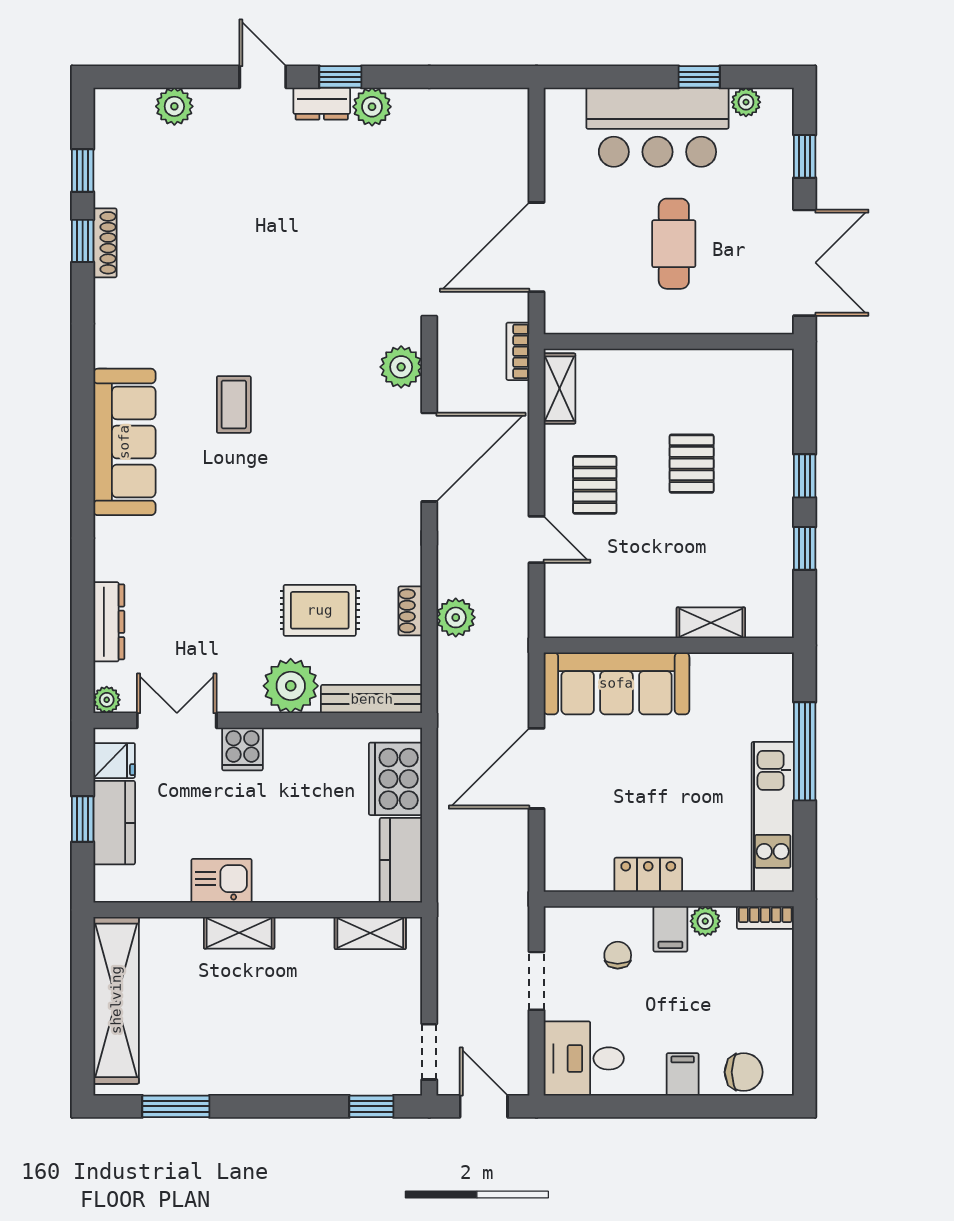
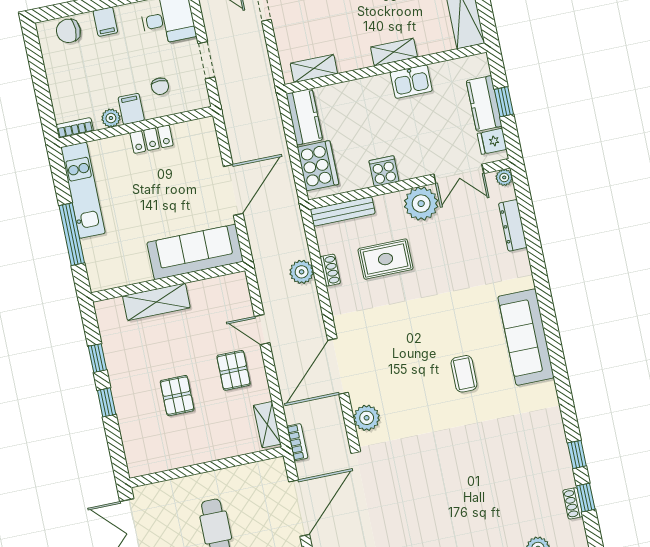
shoe rack: (105, 243) -> (573, 503), moved, width x0.70
shelving: (711, 623) -> (156, 302), width x1.50, depth x1.33
plant: (291, 686) -> (421, 204), moved
cooker: (242, 749) -> (384, 171), moved

